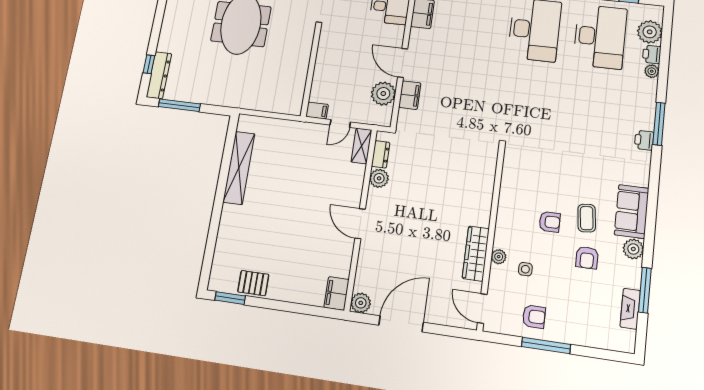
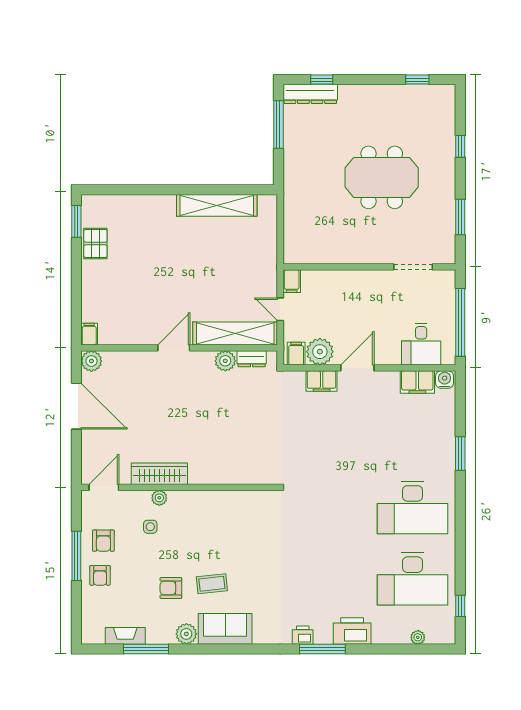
plant: (650, 32) -> (418, 637), width x0.53, depth x0.53
printer: (652, 54) -> (352, 631), moved, width x1.87, depth x1.48
plant: (652, 71) -> (380, 637), removed
filing cabinet: (382, 114) -> (296, 354), added
shelving: (361, 146) -> (235, 333), width x2.20, depth x1.33
armchair: (550, 222) -> (100, 575), moved
filing cabinet: (336, 293) -> (89, 334), width x0.50

